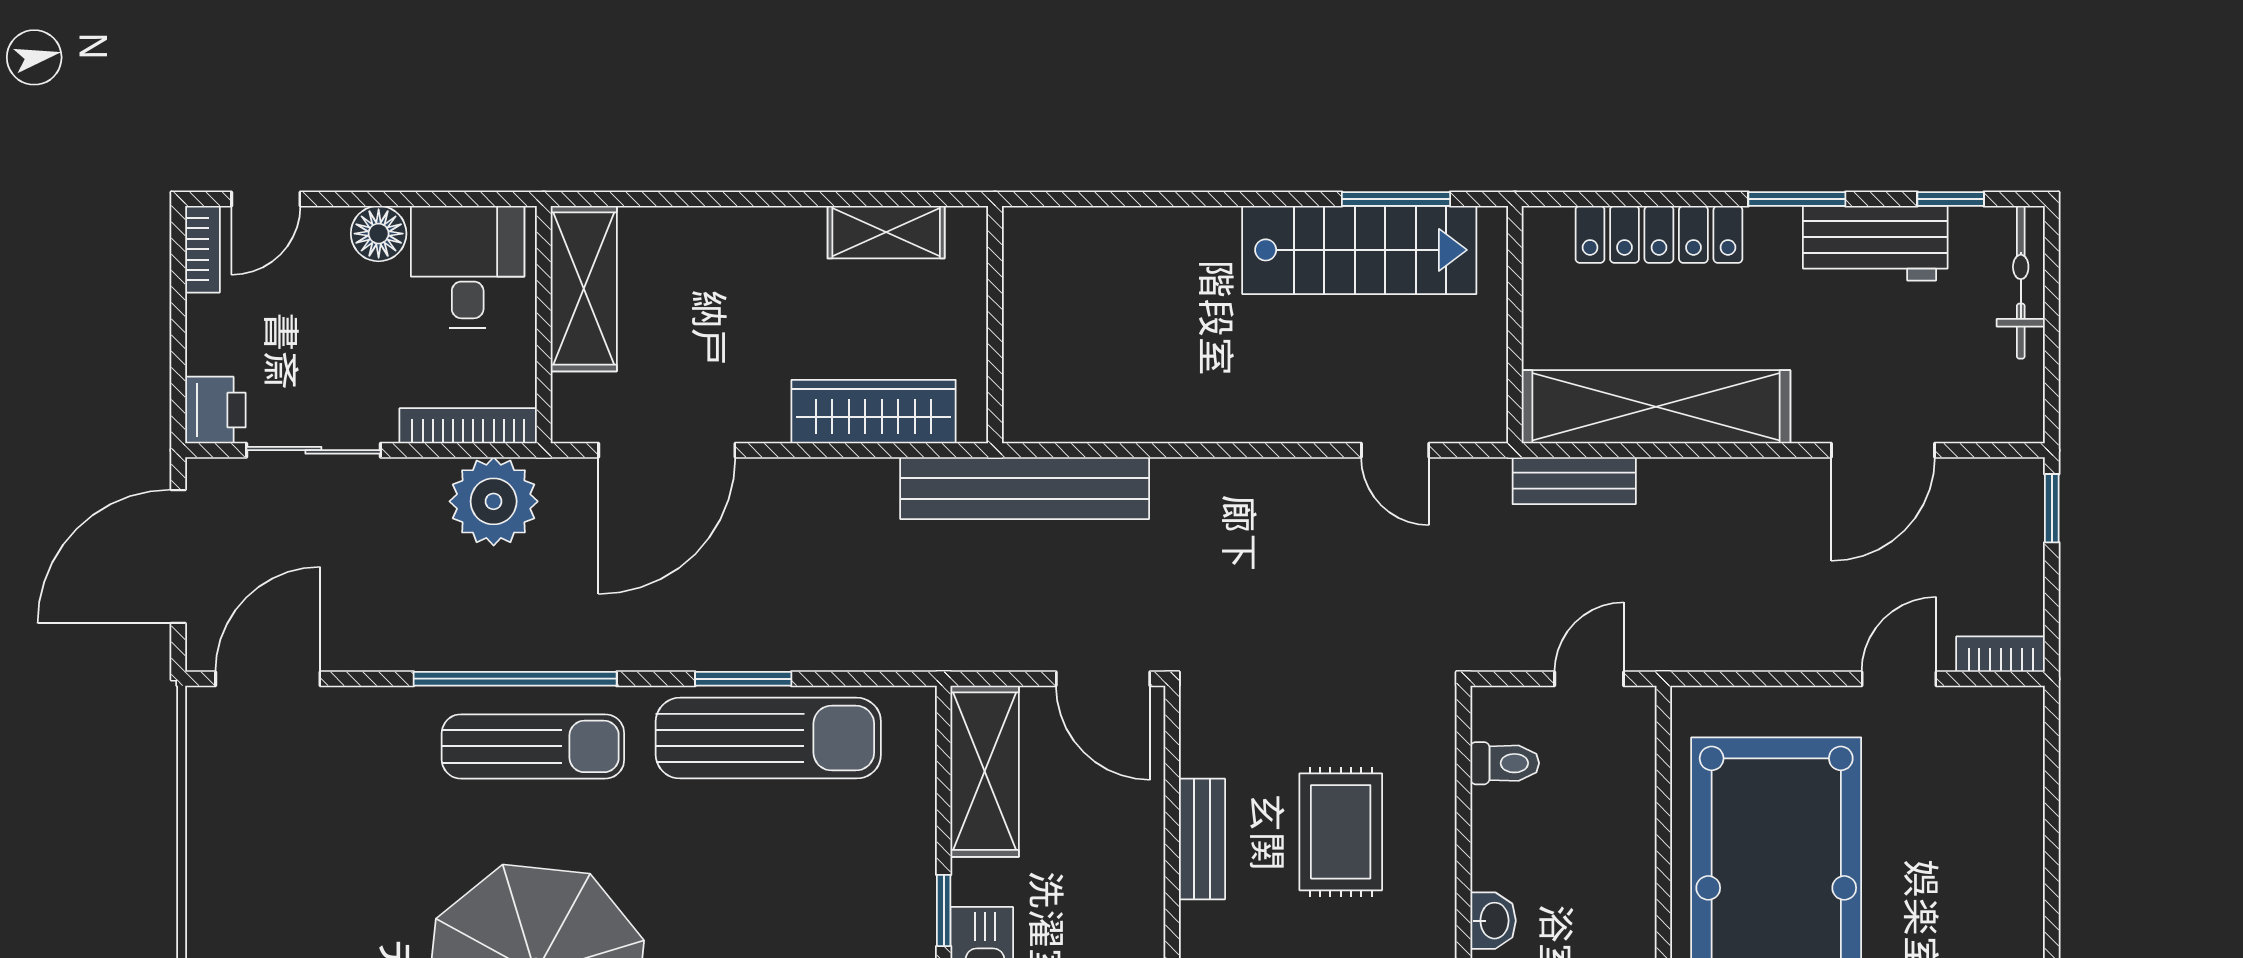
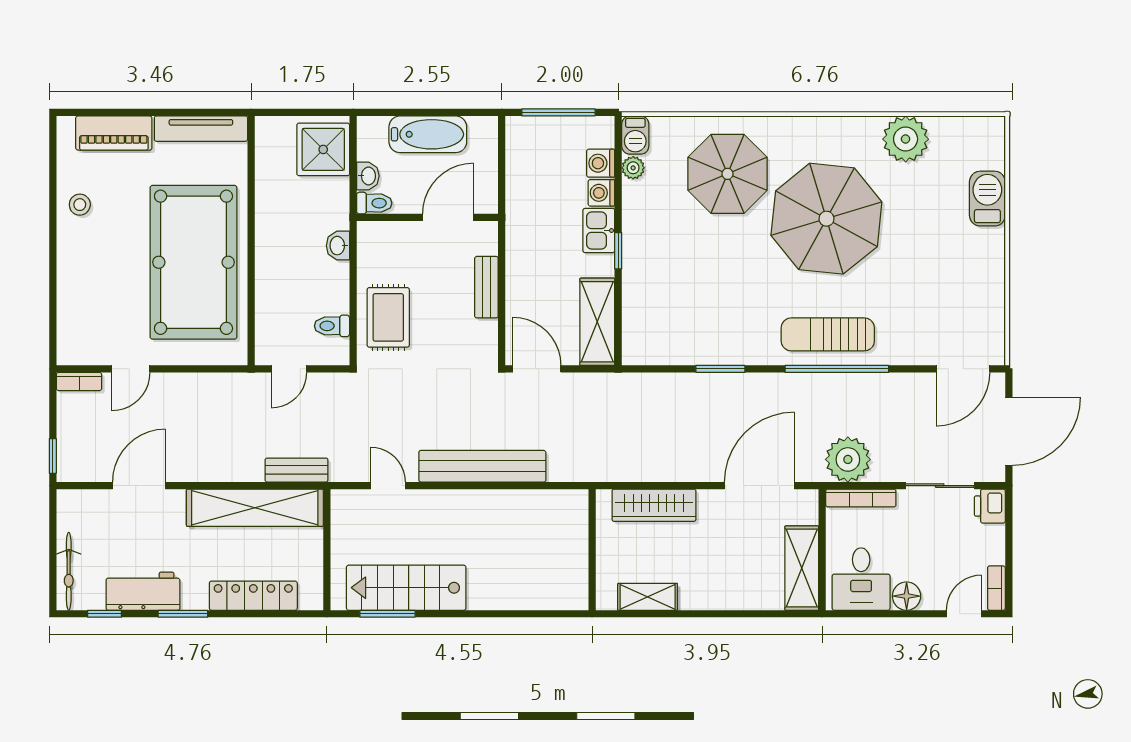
bench: (1025, 488) -> (482, 466), moved
sun lounger: (768, 738) -> (708, 339), removed
rug: (1341, 832) -> (388, 317), moved

